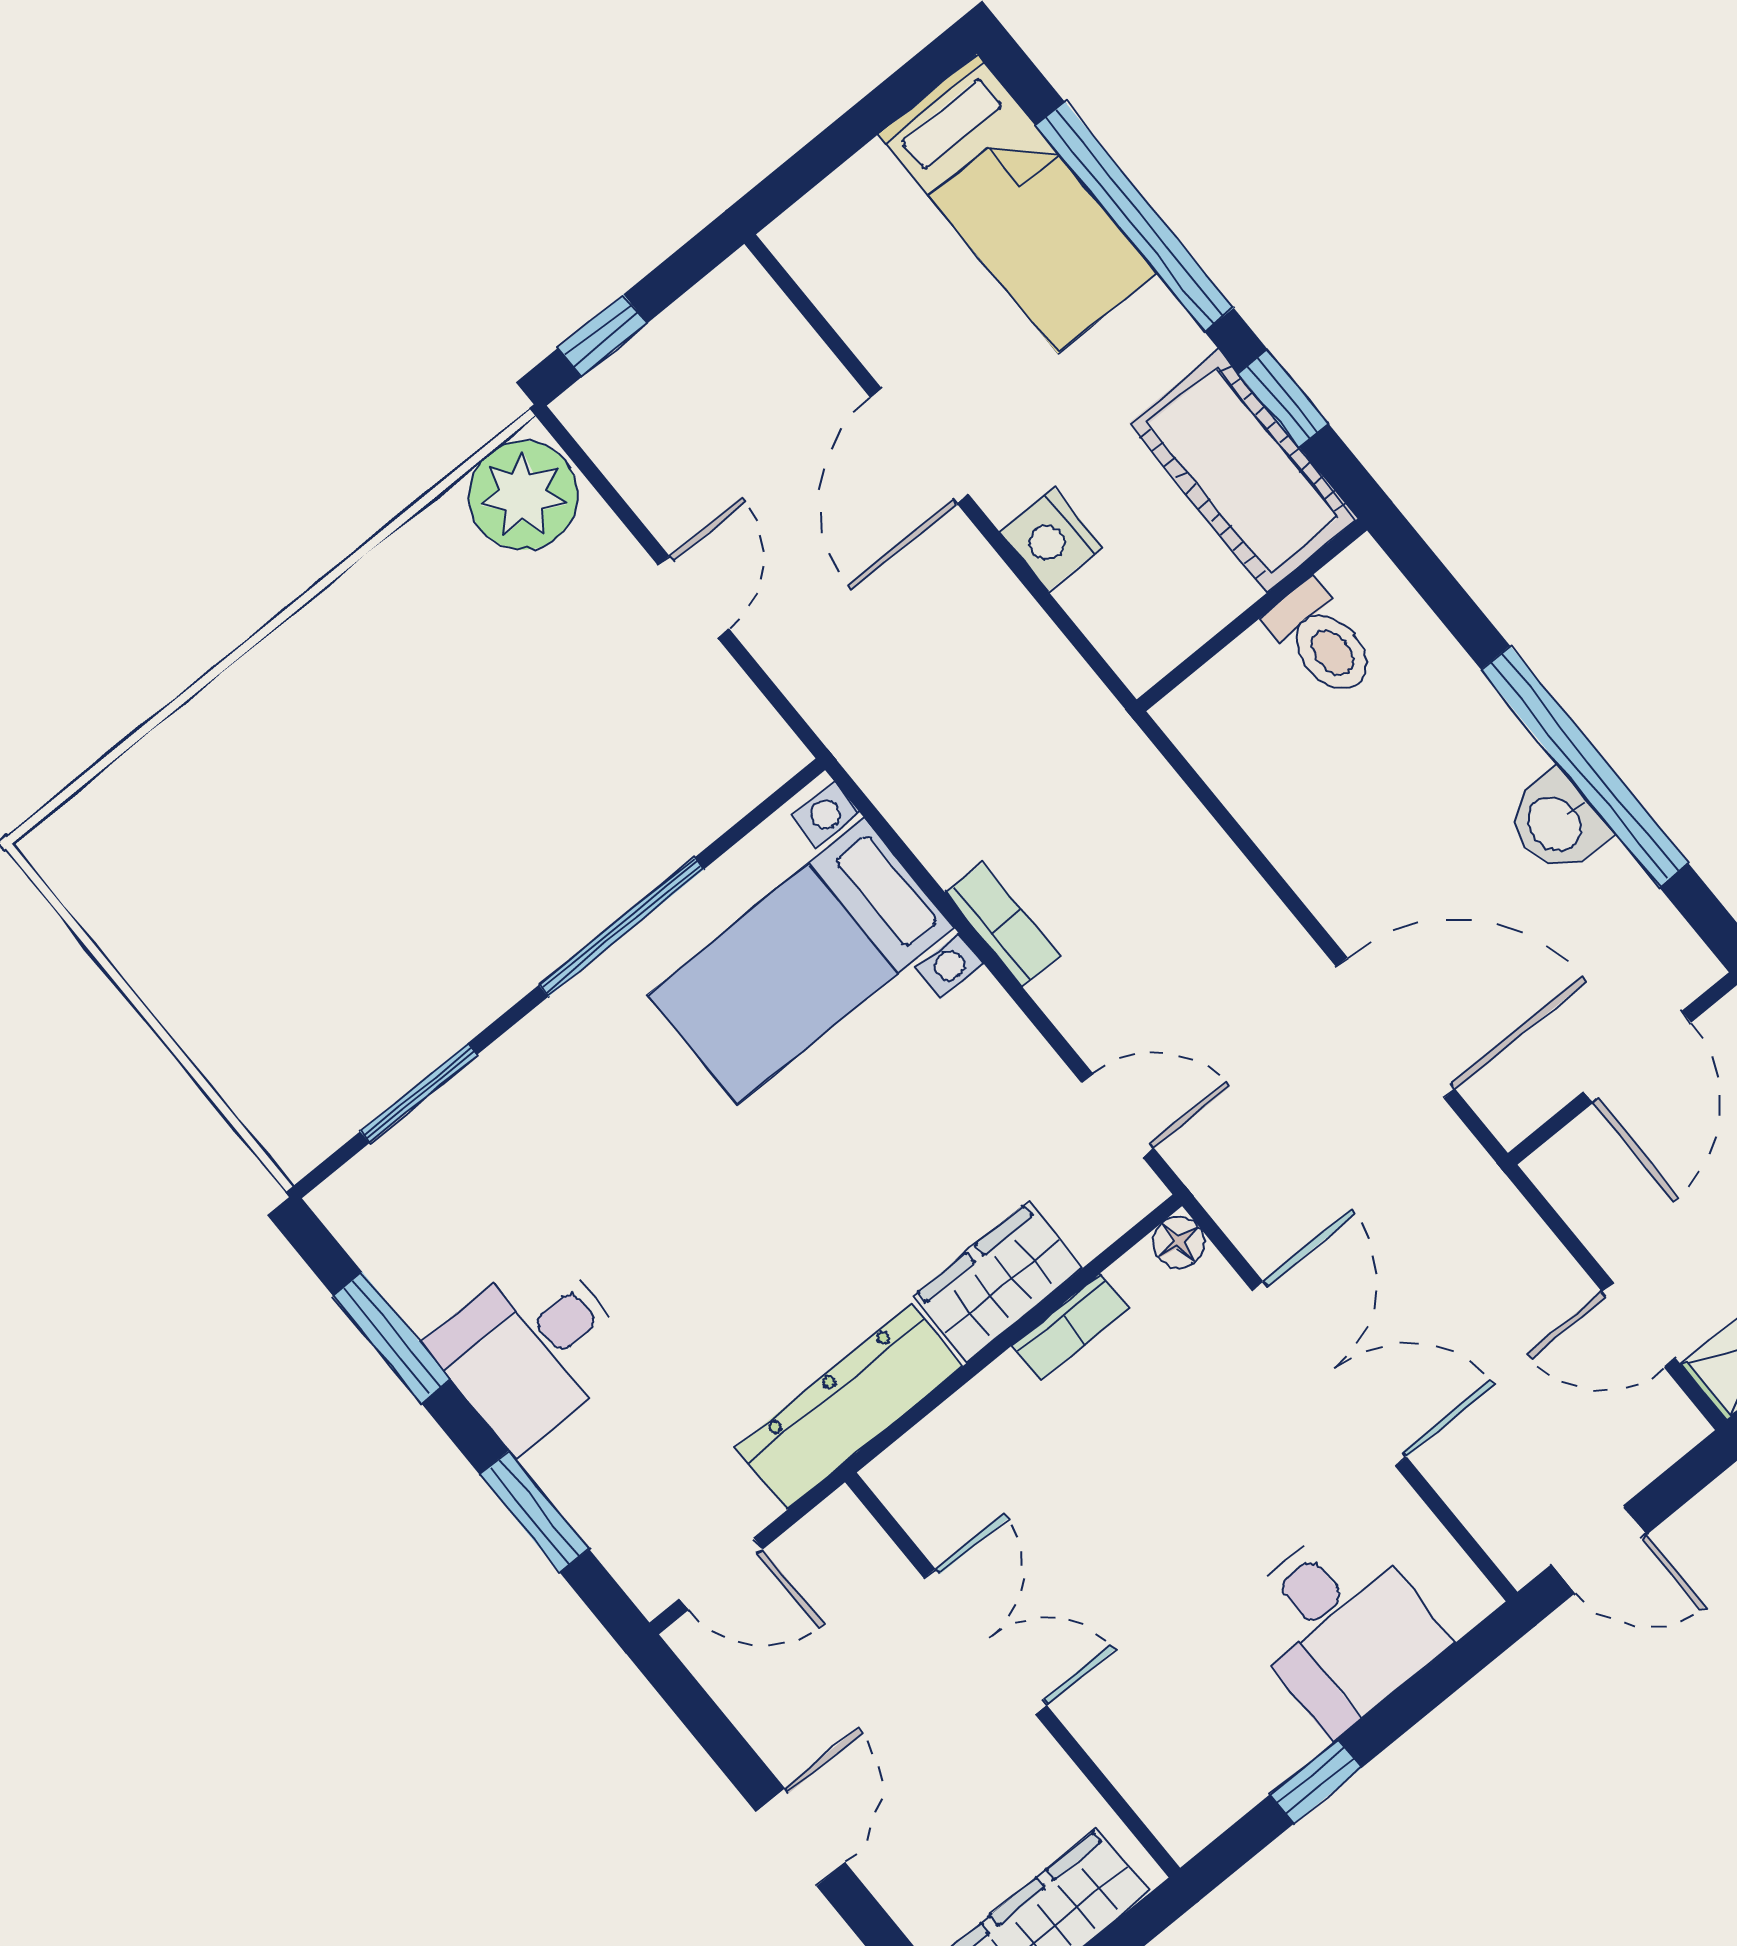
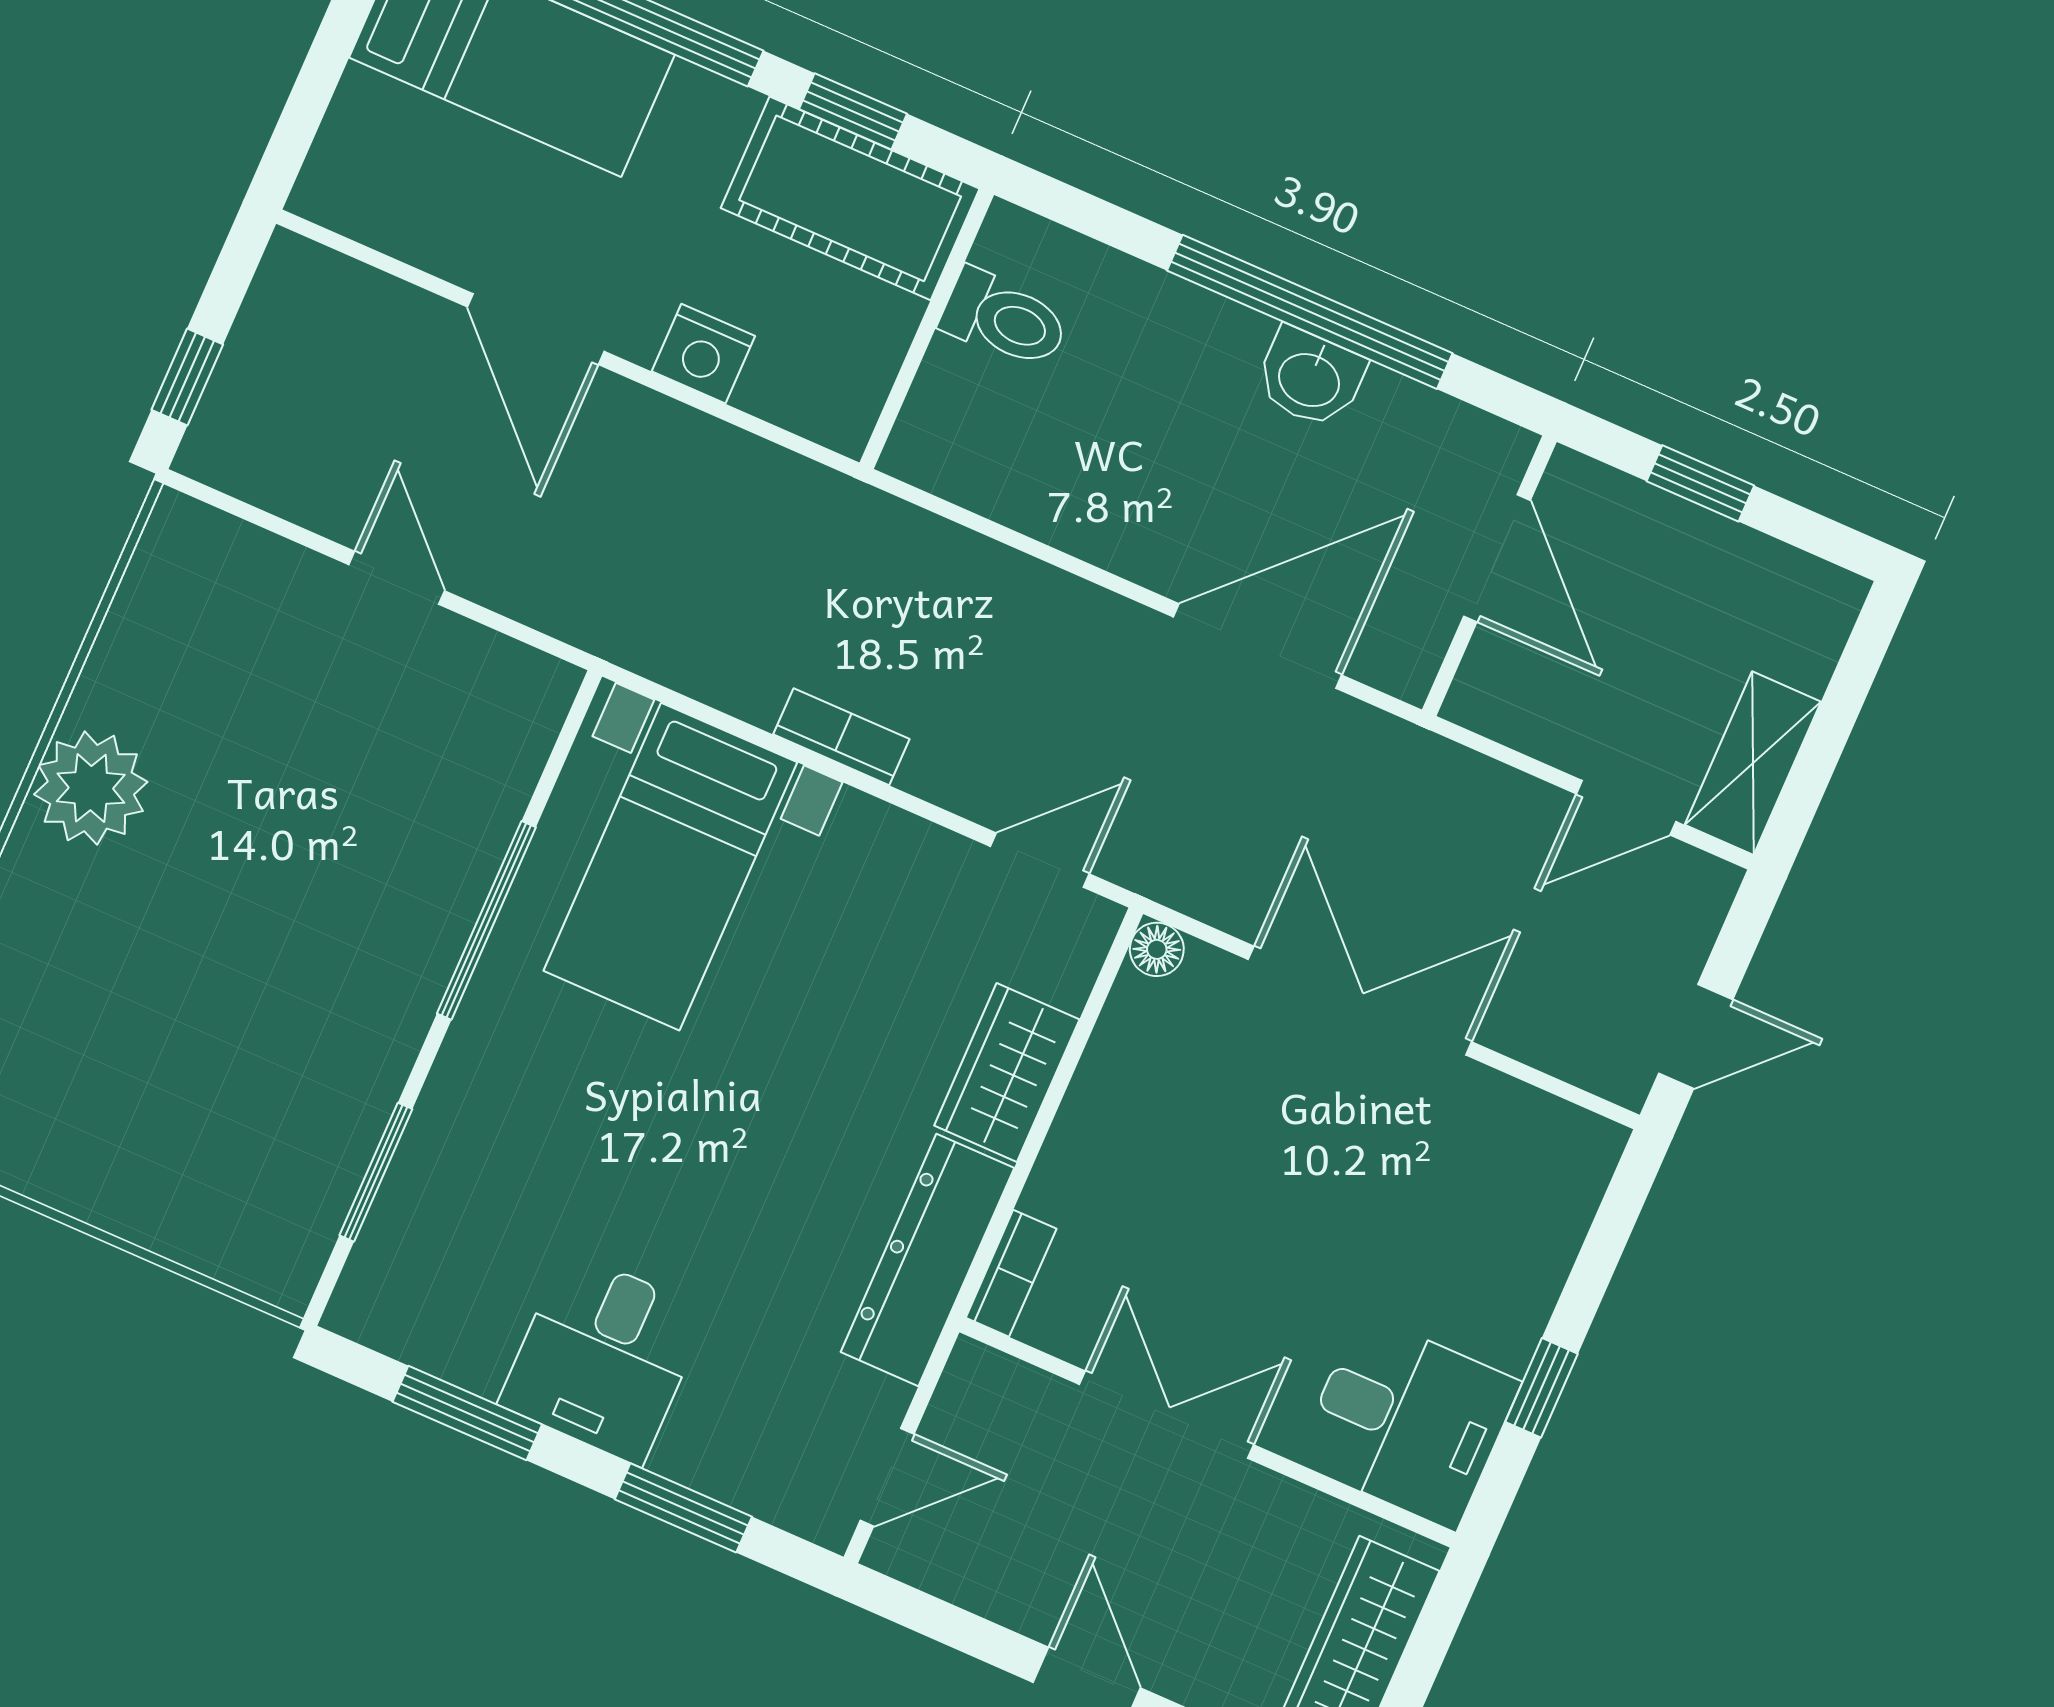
plant: (523, 495) -> (91, 788), moved
bookcase: (1070, 1327) -> (1011, 1273), moved
desk: (1340, 1627) -> (1408, 1422), moved

